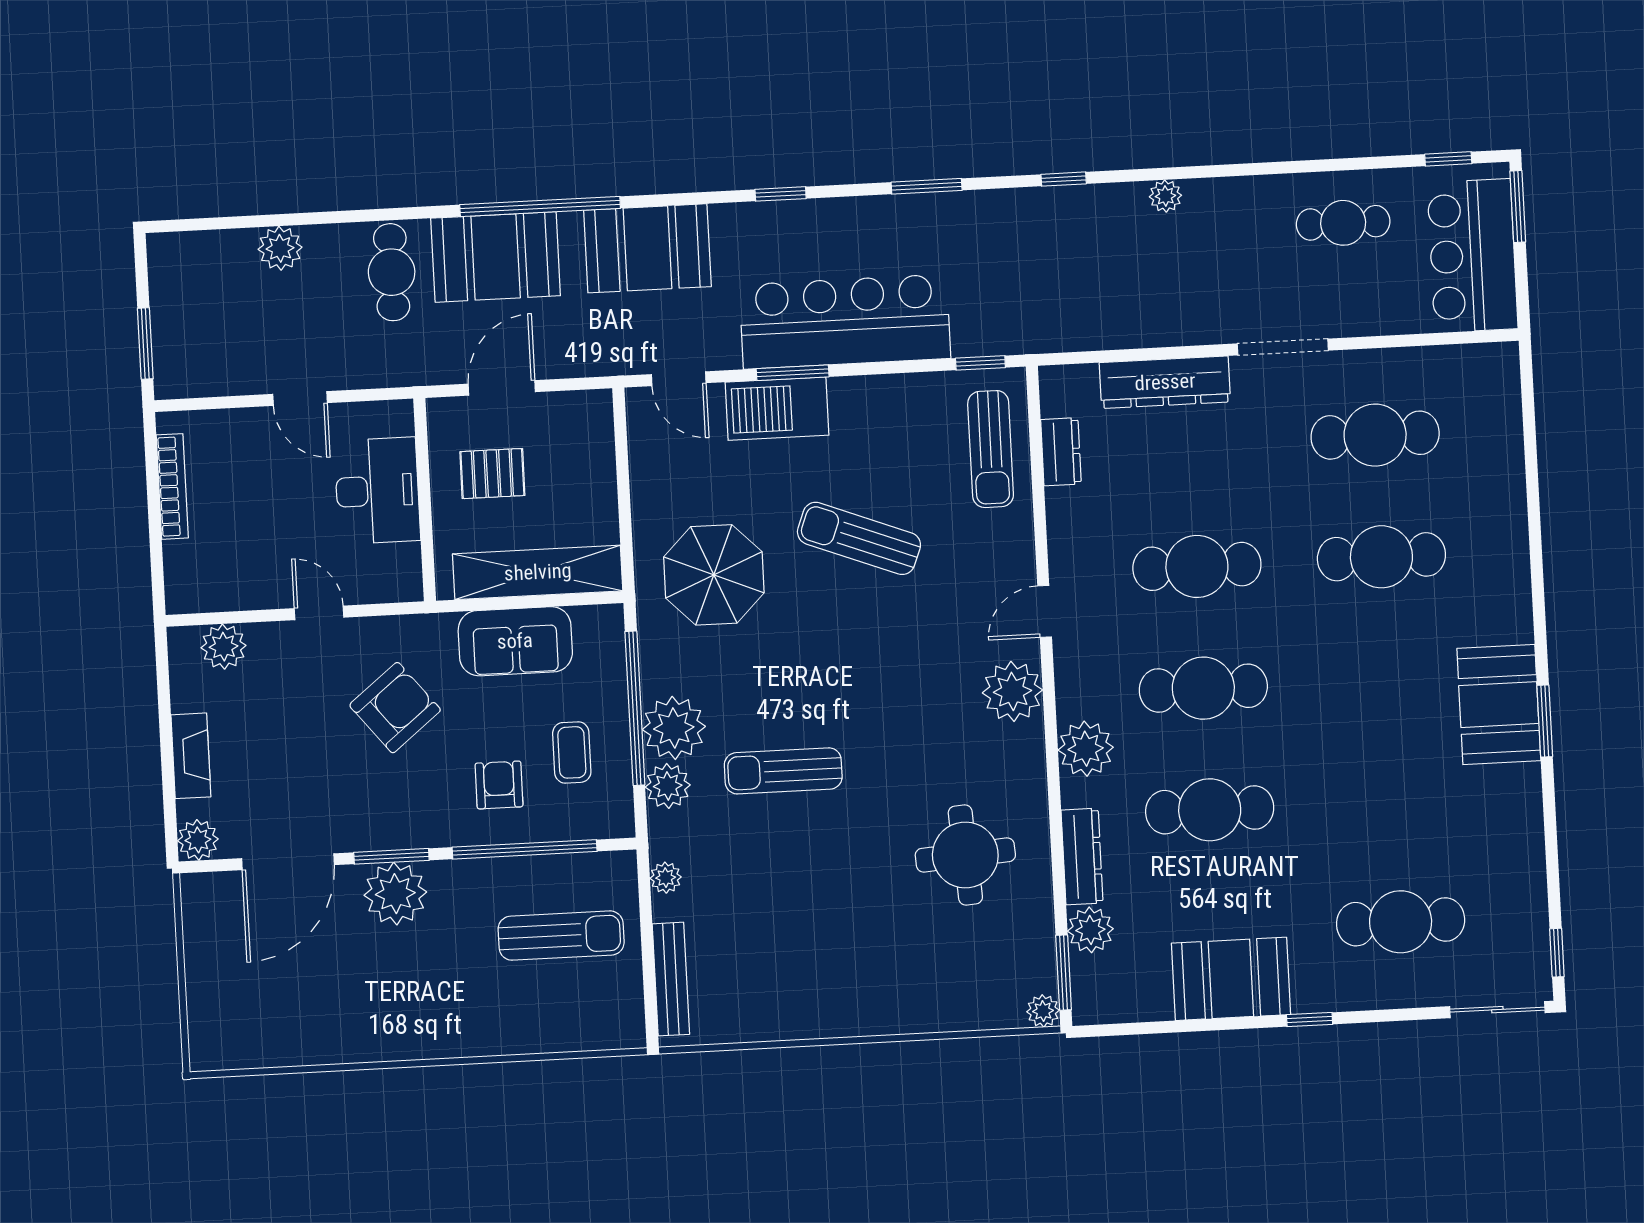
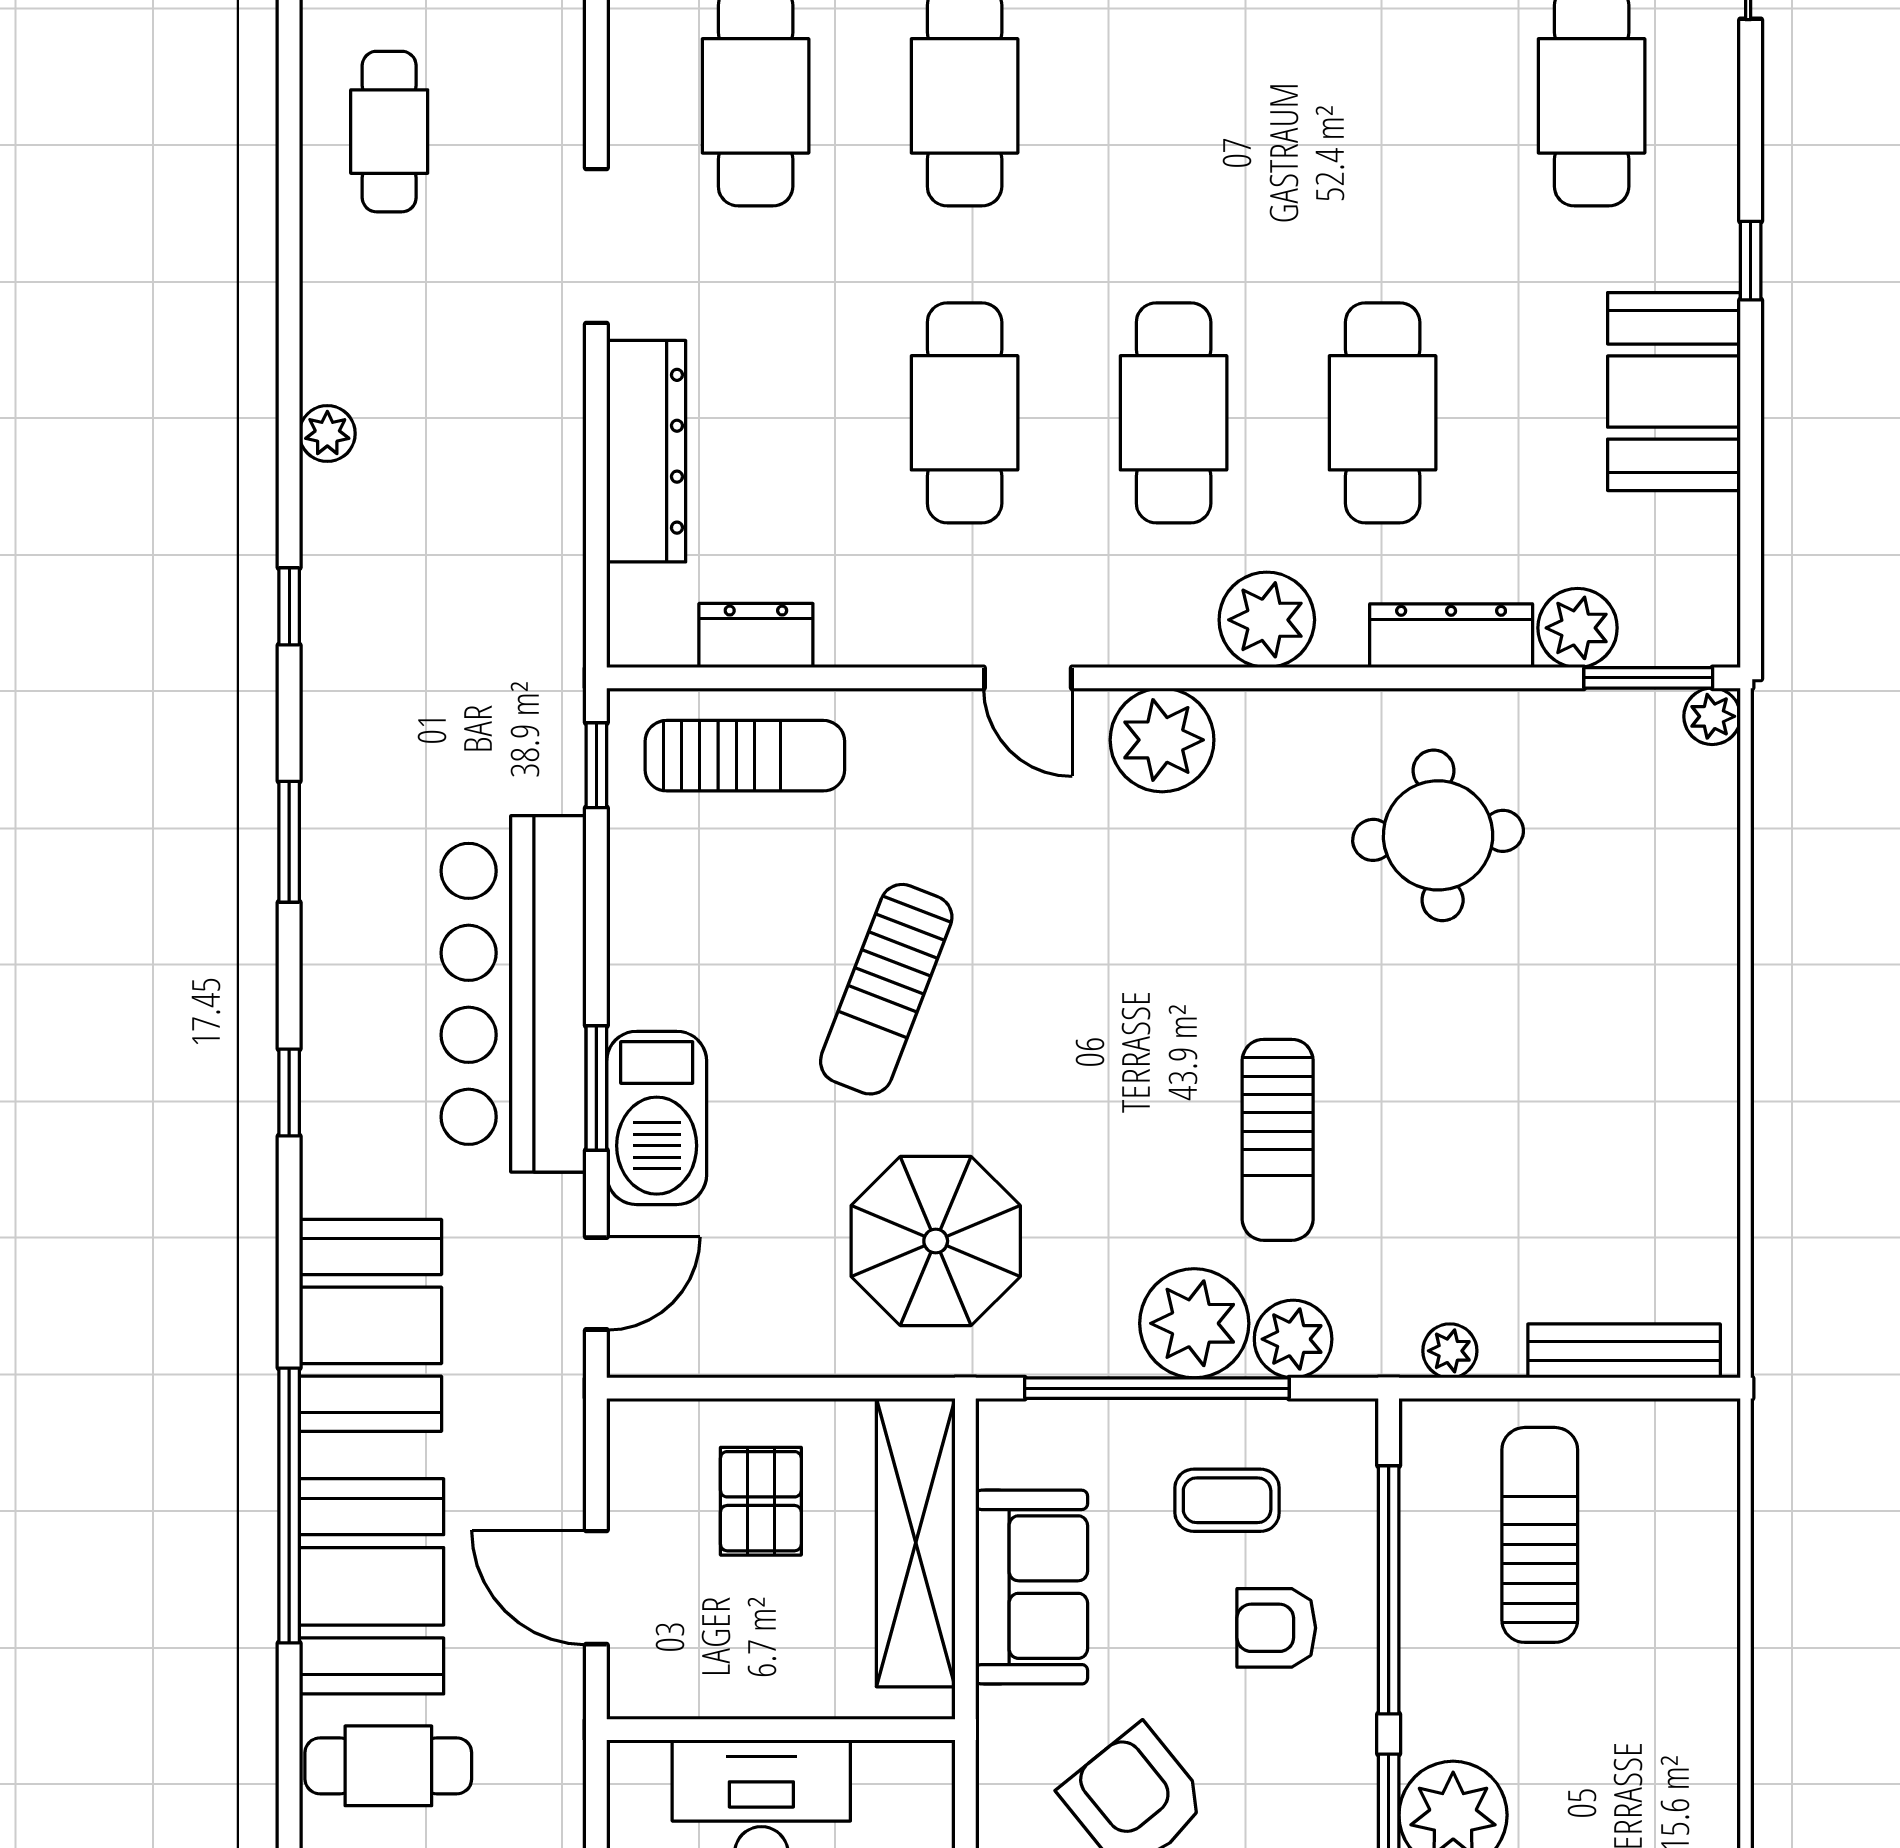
pallet: (492, 474) -> (761, 1501), moved

